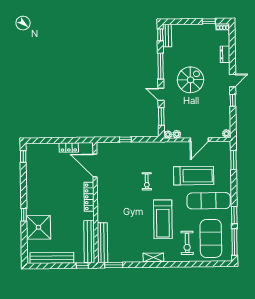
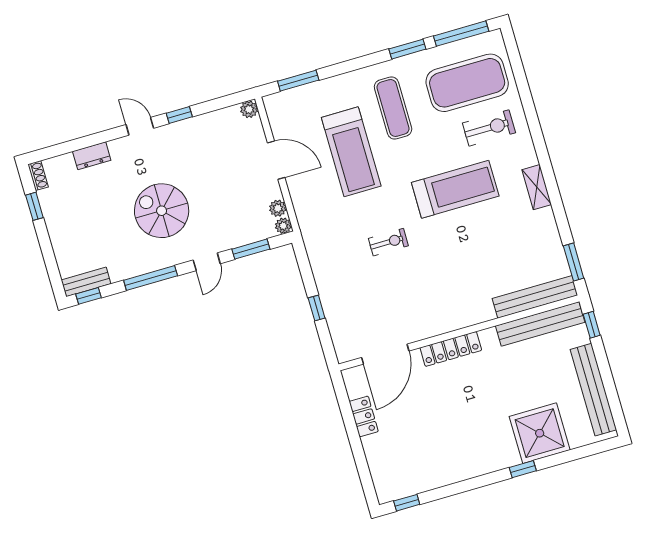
treadmill: (194, 176) -> (351, 152), turned 180
exercise mat: (209, 201) -> (393, 108), width x0.73, depth x0.69

